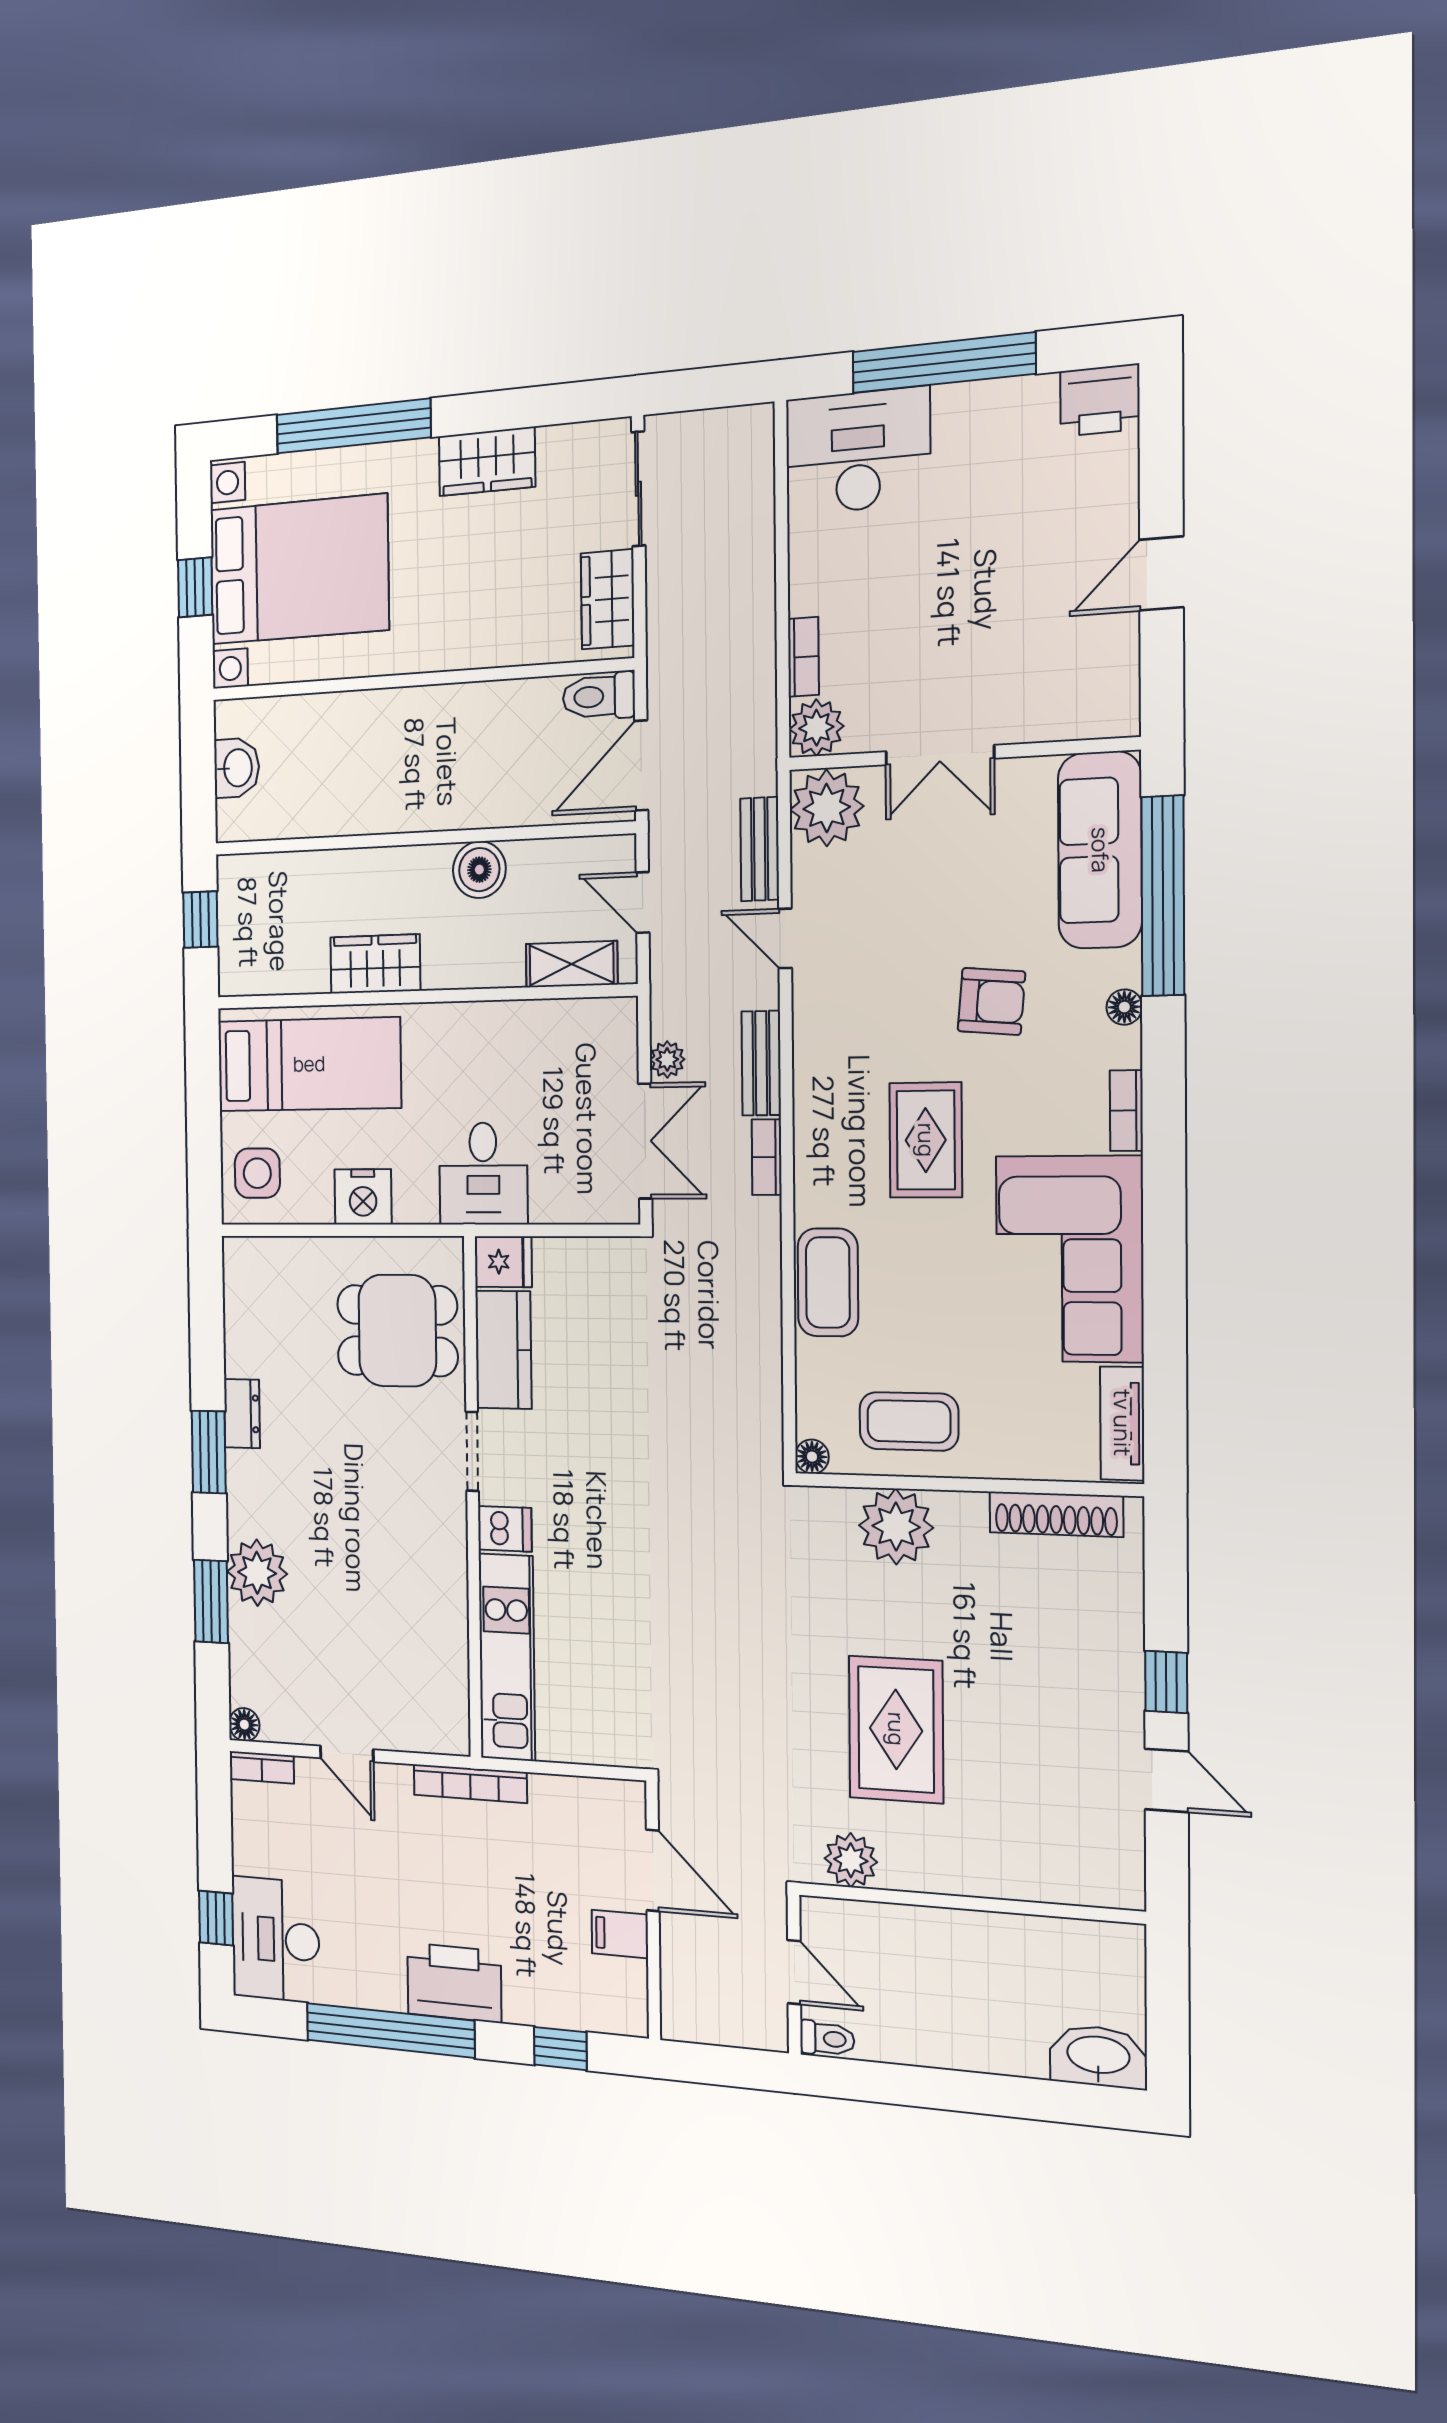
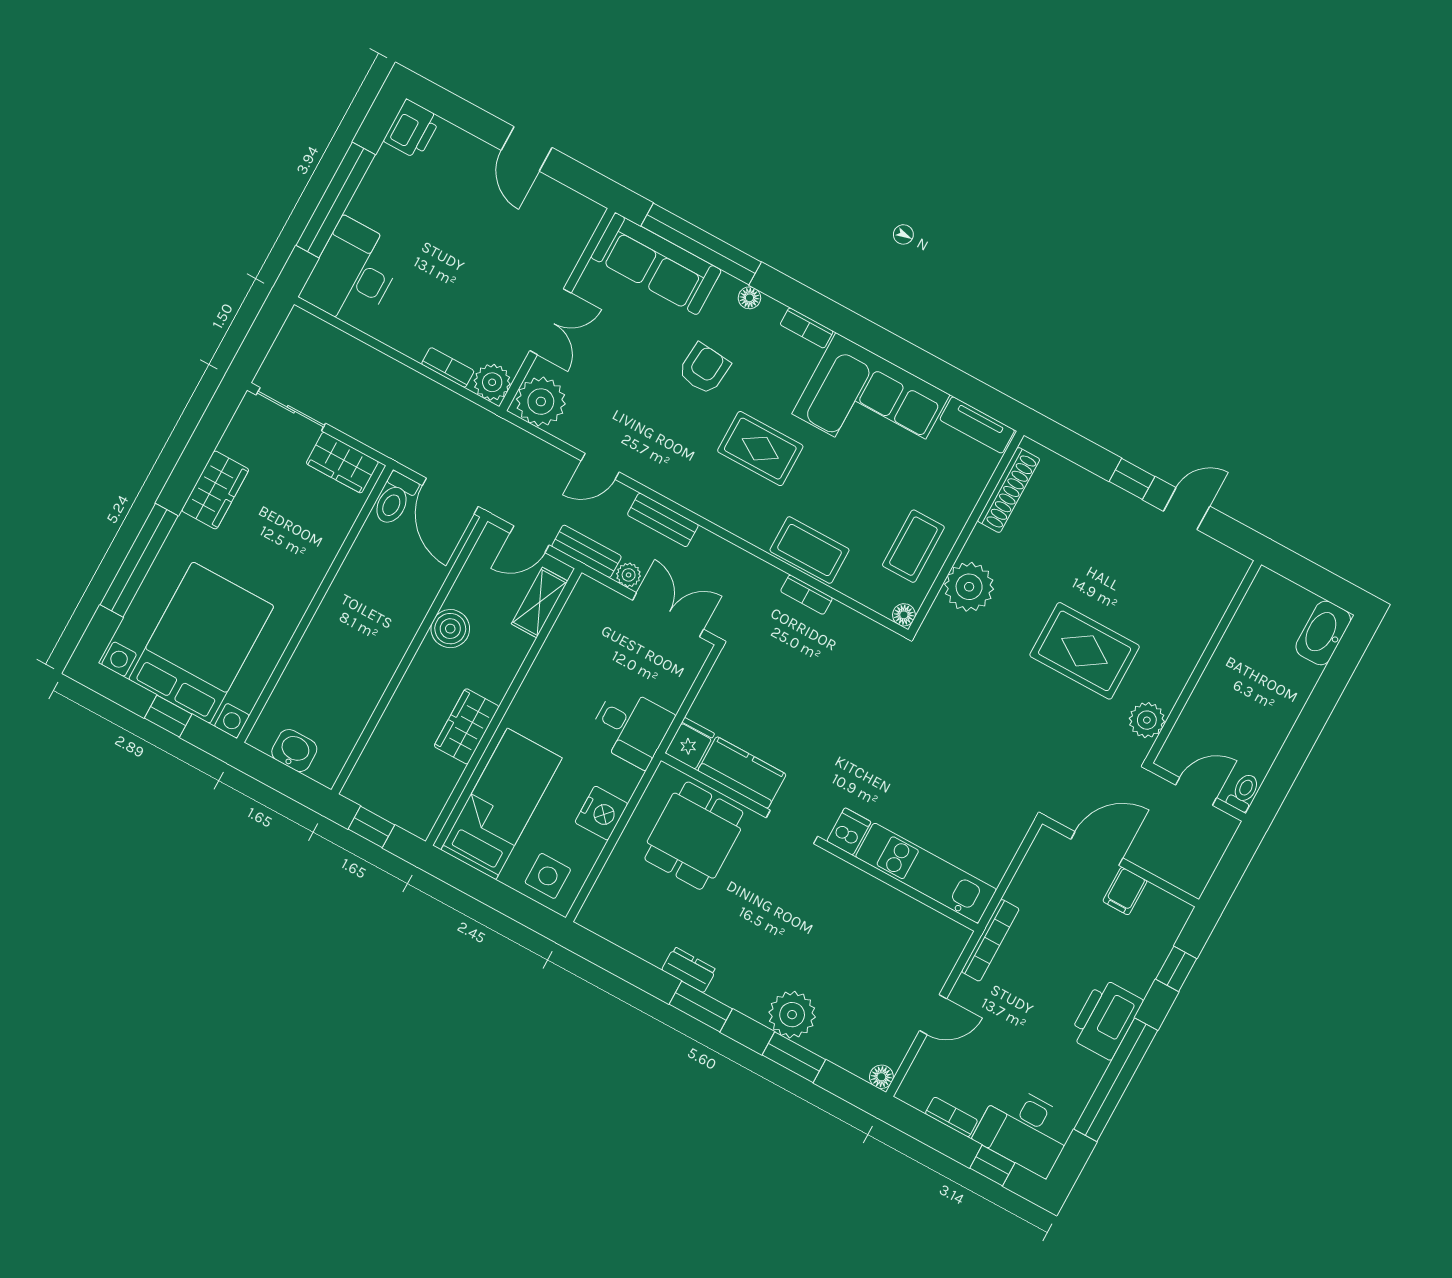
bench: (760, 849) -> (587, 551), moved
bookcase: (767, 1157) -> (806, 595), moved
bookcase: (262, 1767) -> (951, 1117), moved, turned -90

